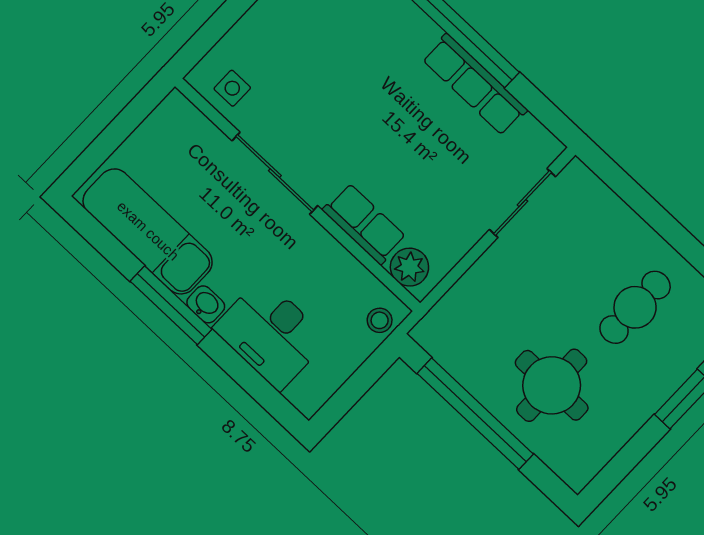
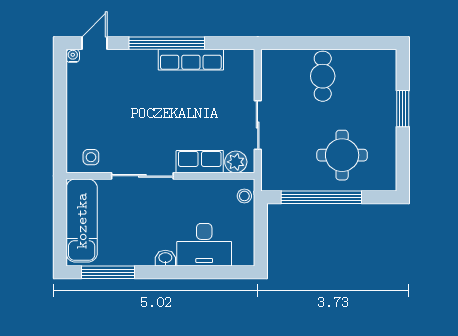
sliding door: (522, 203) -> (258, 125), moved
exam couch: (148, 231) -> (82, 221), moved, turned 90
window: (171, 305) -> (108, 272), moved
cafe table: (635, 307) -> (323, 76), moved

